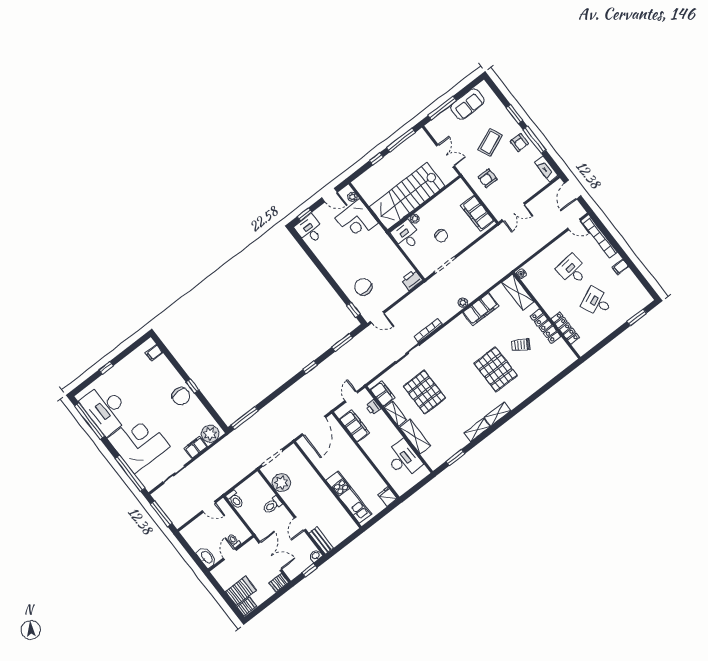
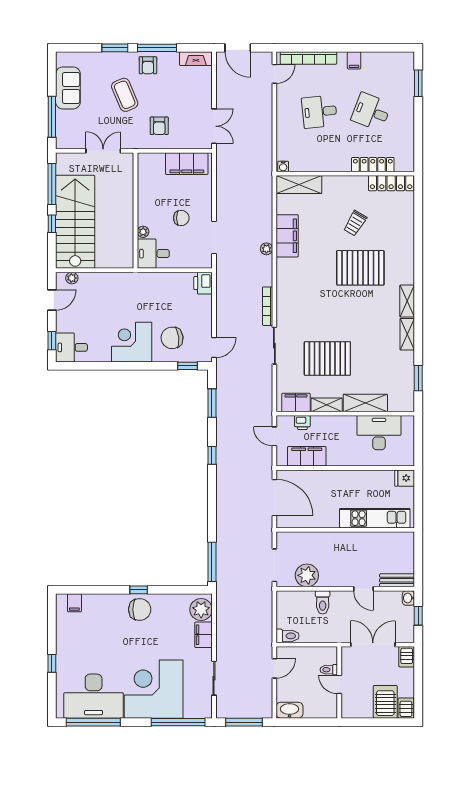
armchair: (519, 143) -> (148, 65), turned 90
stairs: (407, 196) -> (75, 222), moved, turned 180
corner desk: (357, 220) -> (132, 342), moved, turned 180
desk: (597, 302) -> (371, 112), turned 45
locker: (546, 326) -> (391, 183), moved
washbasin: (207, 557) -> (289, 710), moved

